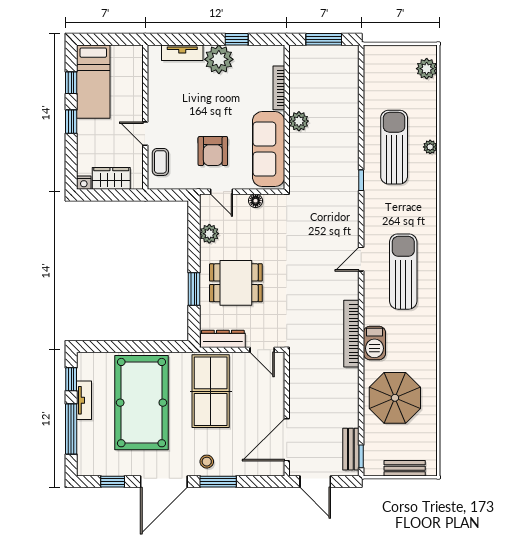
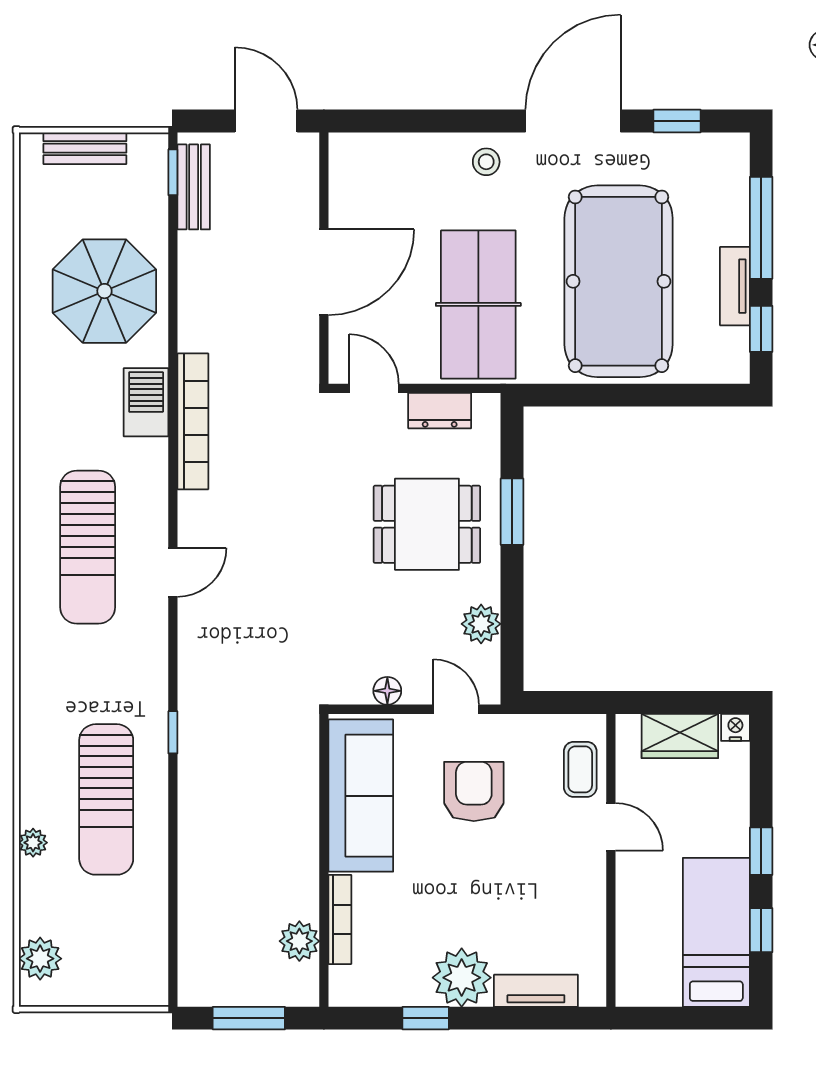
plant: (299, 121) -> (299, 941), moved
plant: (430, 147) -> (33, 843), moved
dresser: (223, 339) -> (440, 411), width x0.70
door: (287, 440) -> (324, 272), moved
window: (218, 482) -> (463, 121), removed

